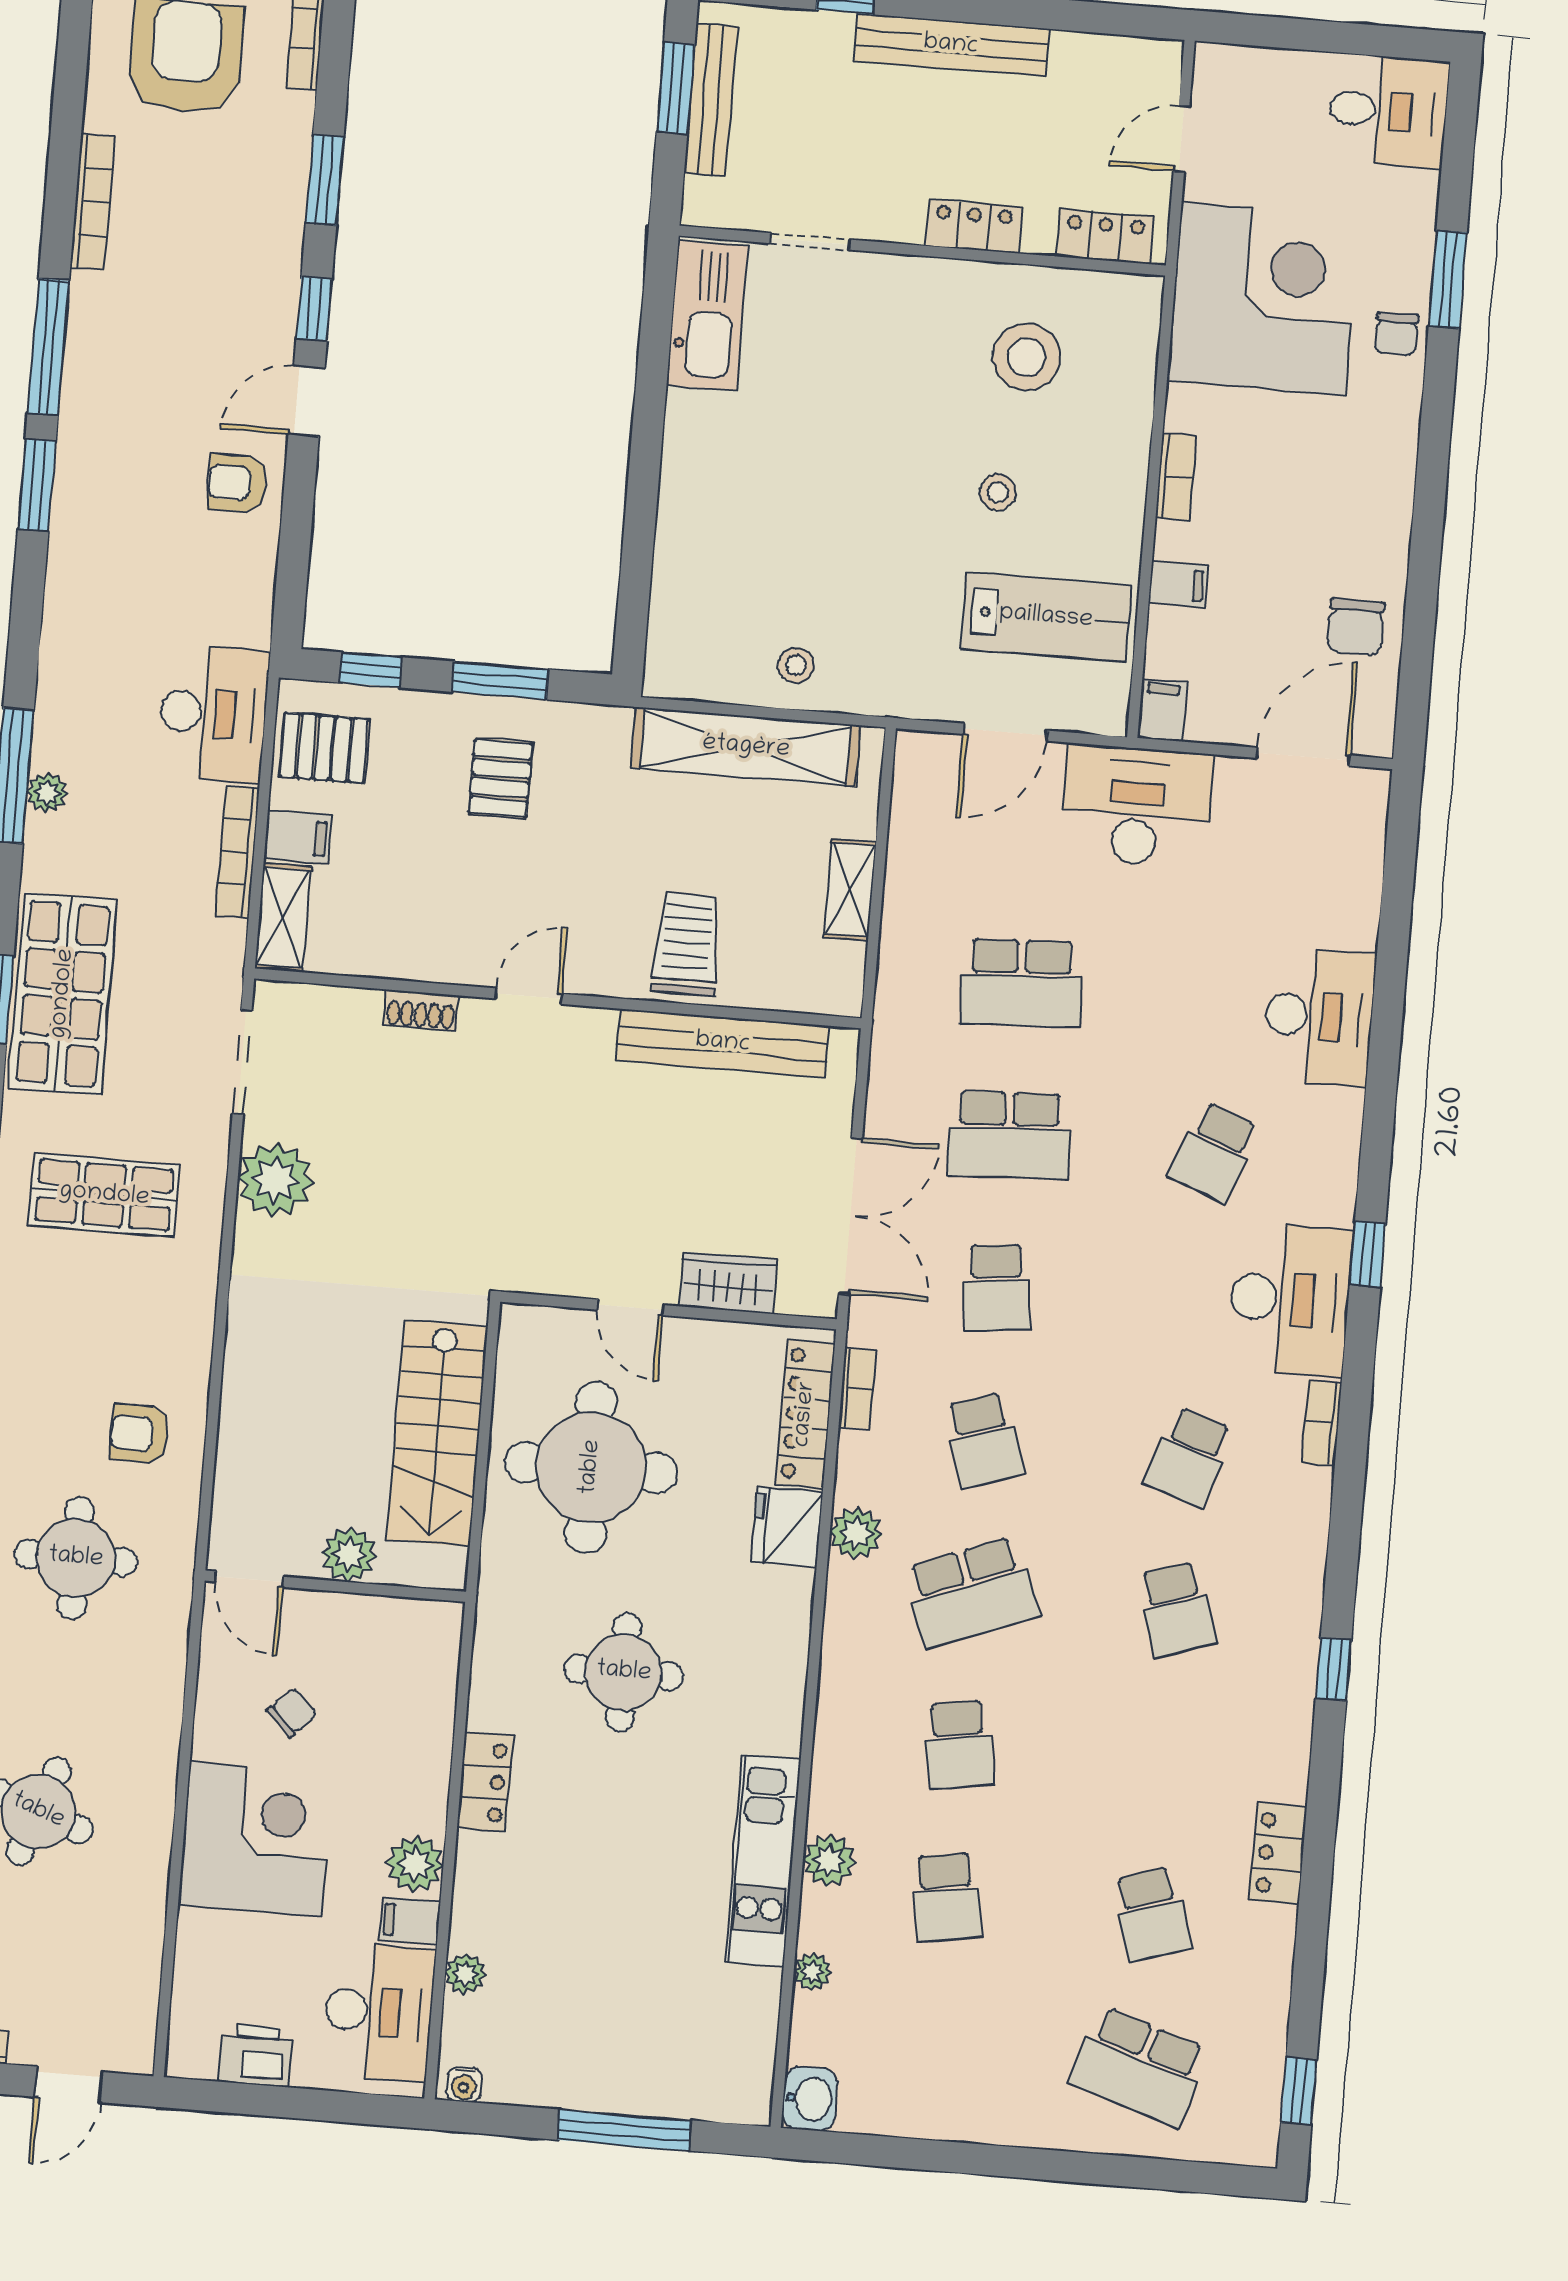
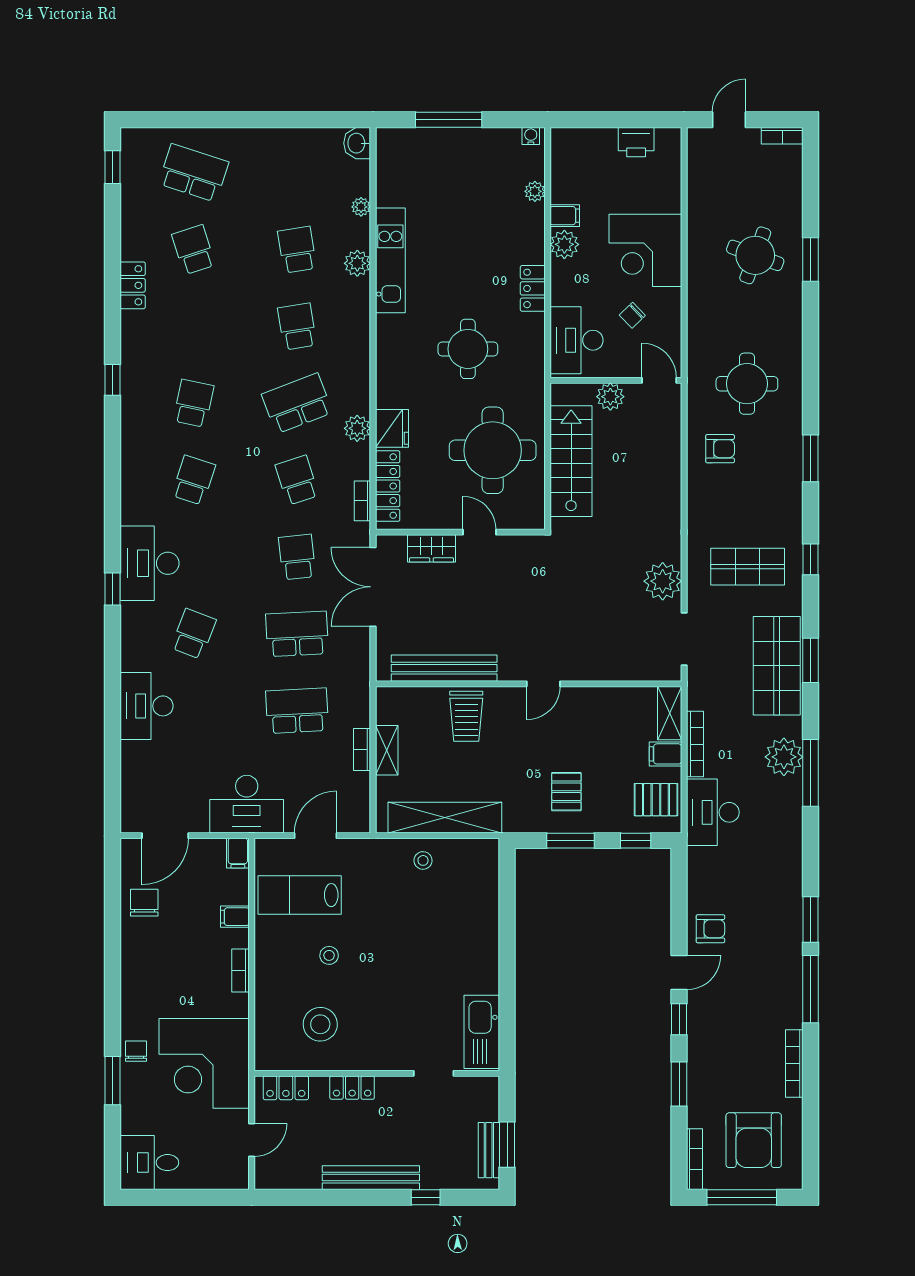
bench: (711, 100) -> (489, 1150), width x0.73
plant: (47, 793) -> (784, 757), width x1.88, depth x1.88
shoe rack: (421, 1010) -> (597, 672), removed
bookcase: (1322, 1423) -> (362, 750), moved, turned 180
school desk: (1177, 1609) -> (194, 403), turned 30
desk: (379, 2012) -> (577, 340), moved

